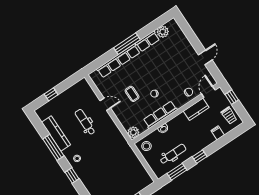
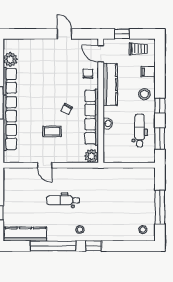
door: (105, 104) -> (45, 165), swing flipped
kitchen counter: (196, 109) -> (110, 85), width x1.50
row of seats: (160, 115) -> (92, 117), width x1.36
dental chair: (85, 122) -> (63, 200), moved
kitchen counter: (56, 134) -> (25, 234), moved
stool: (146, 146) -> (144, 94), moved
window: (53, 147) -> (53, 246), width x1.46

